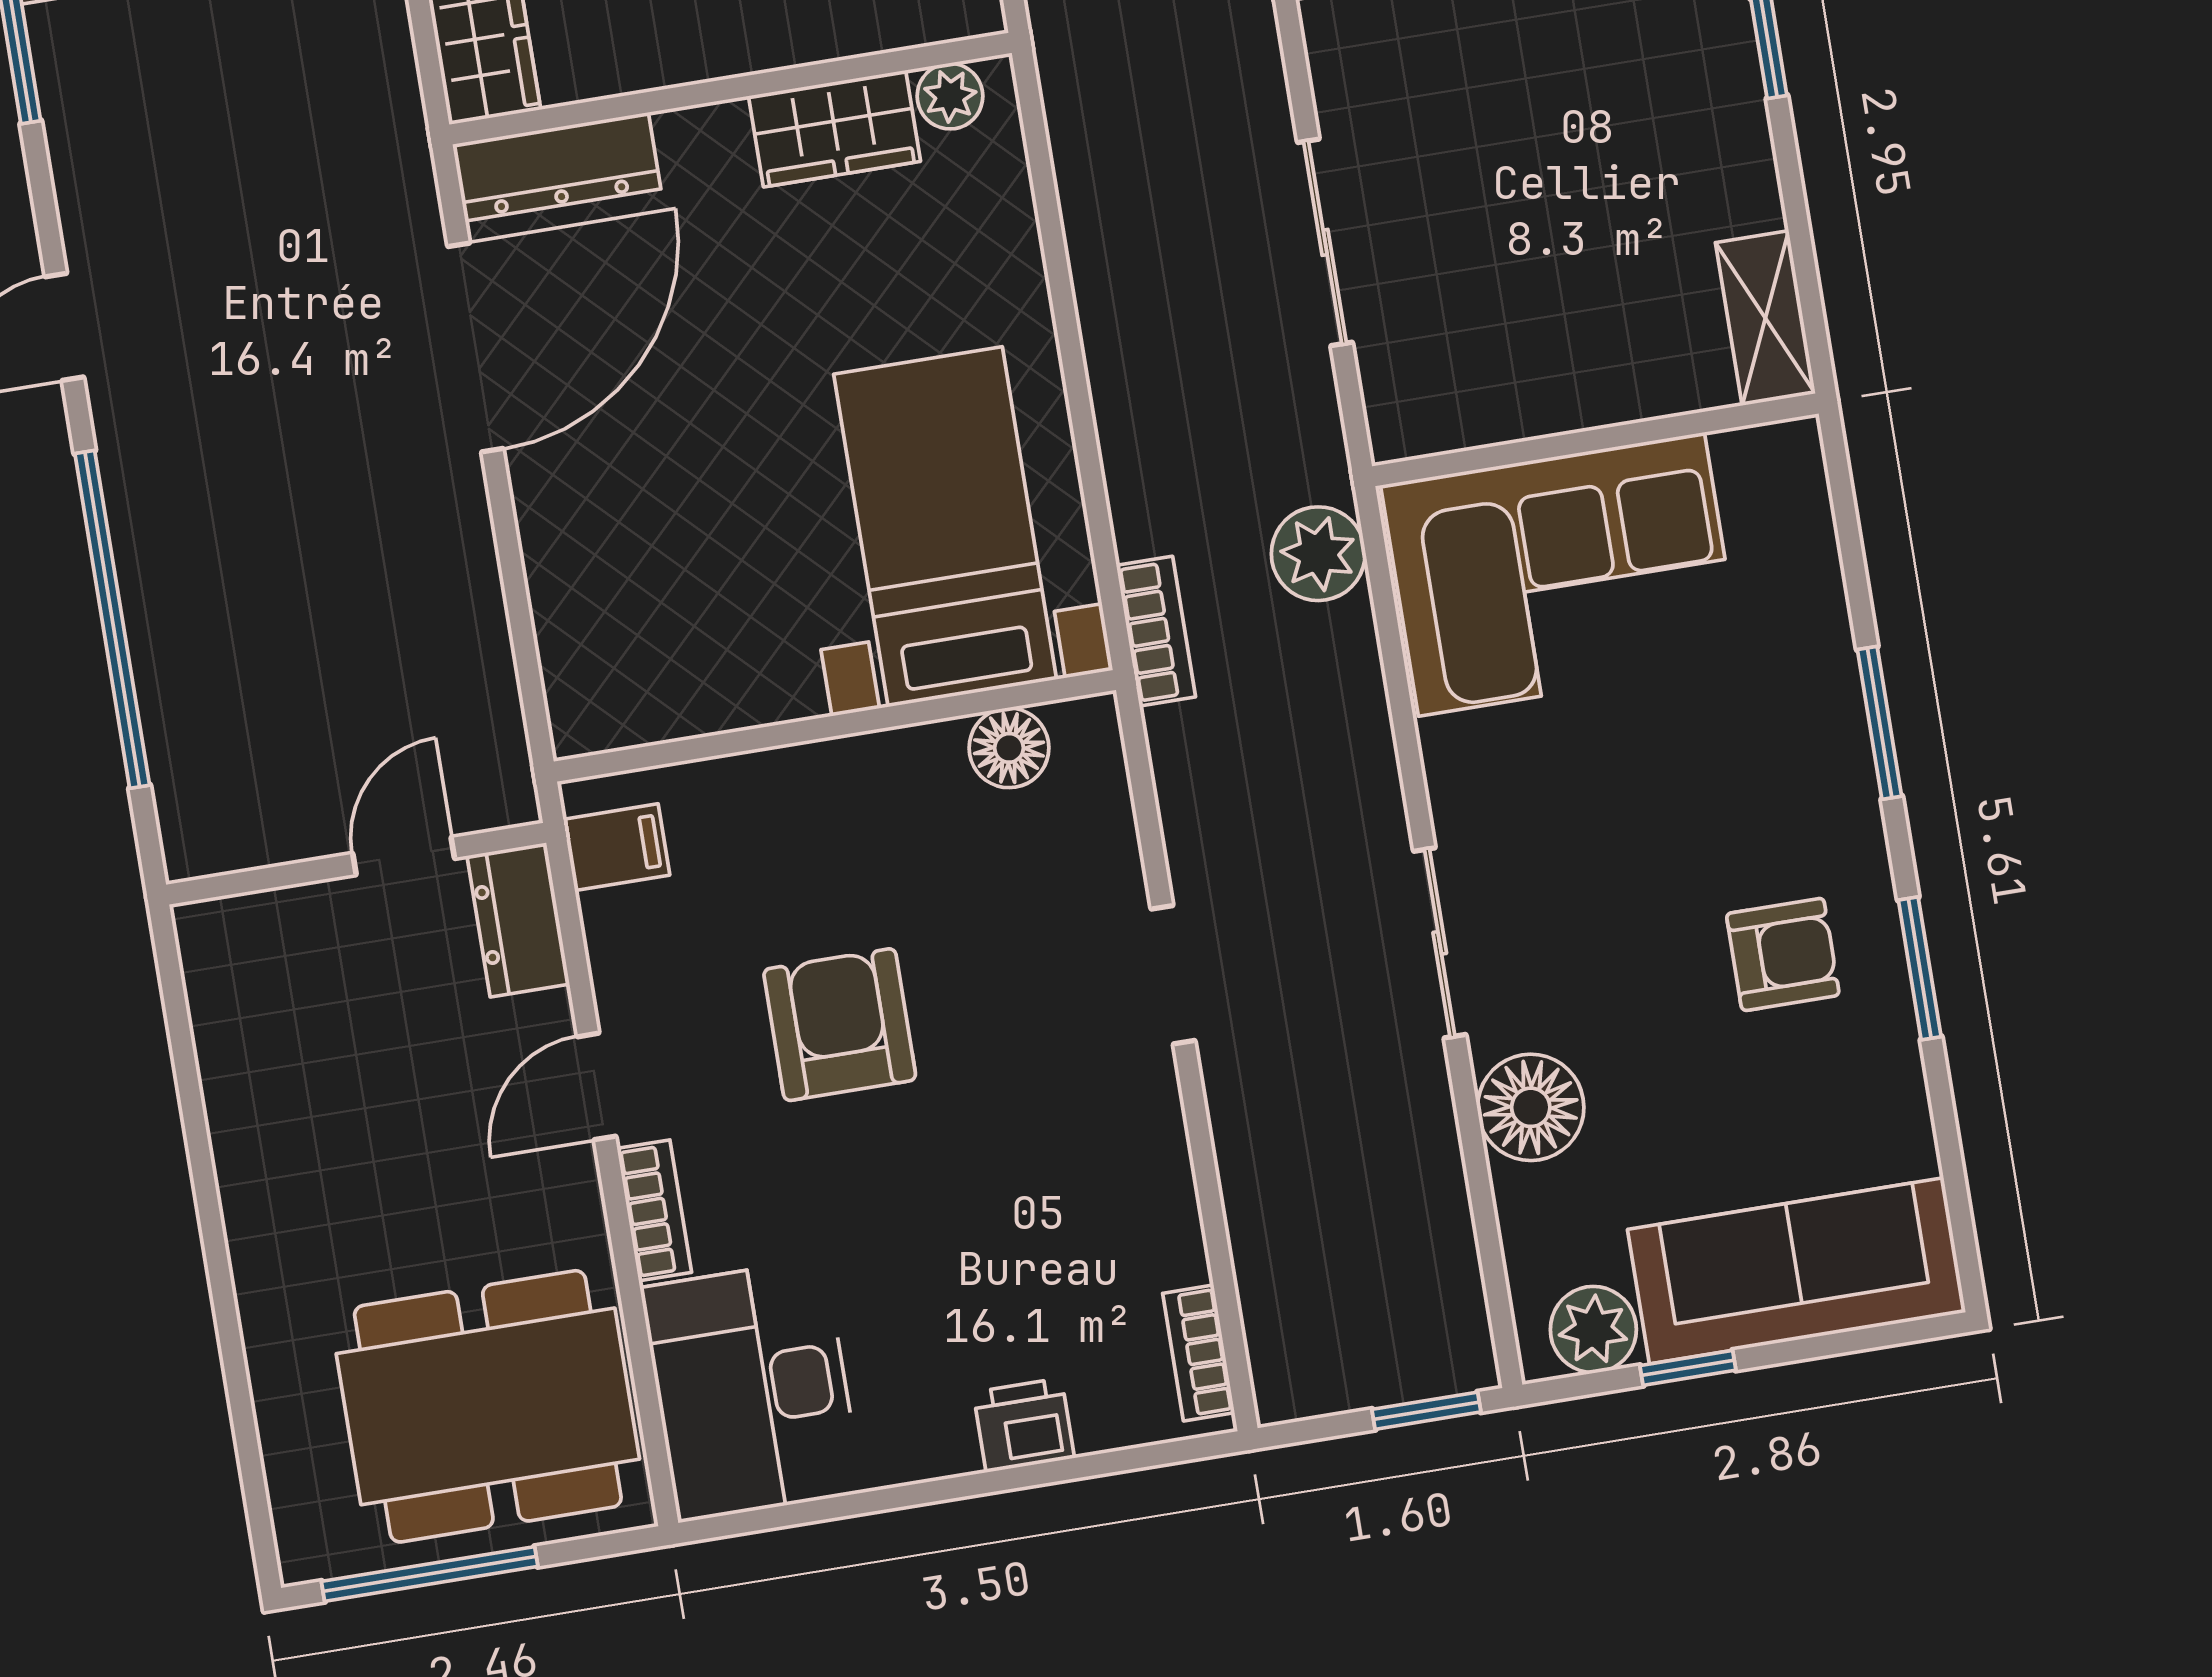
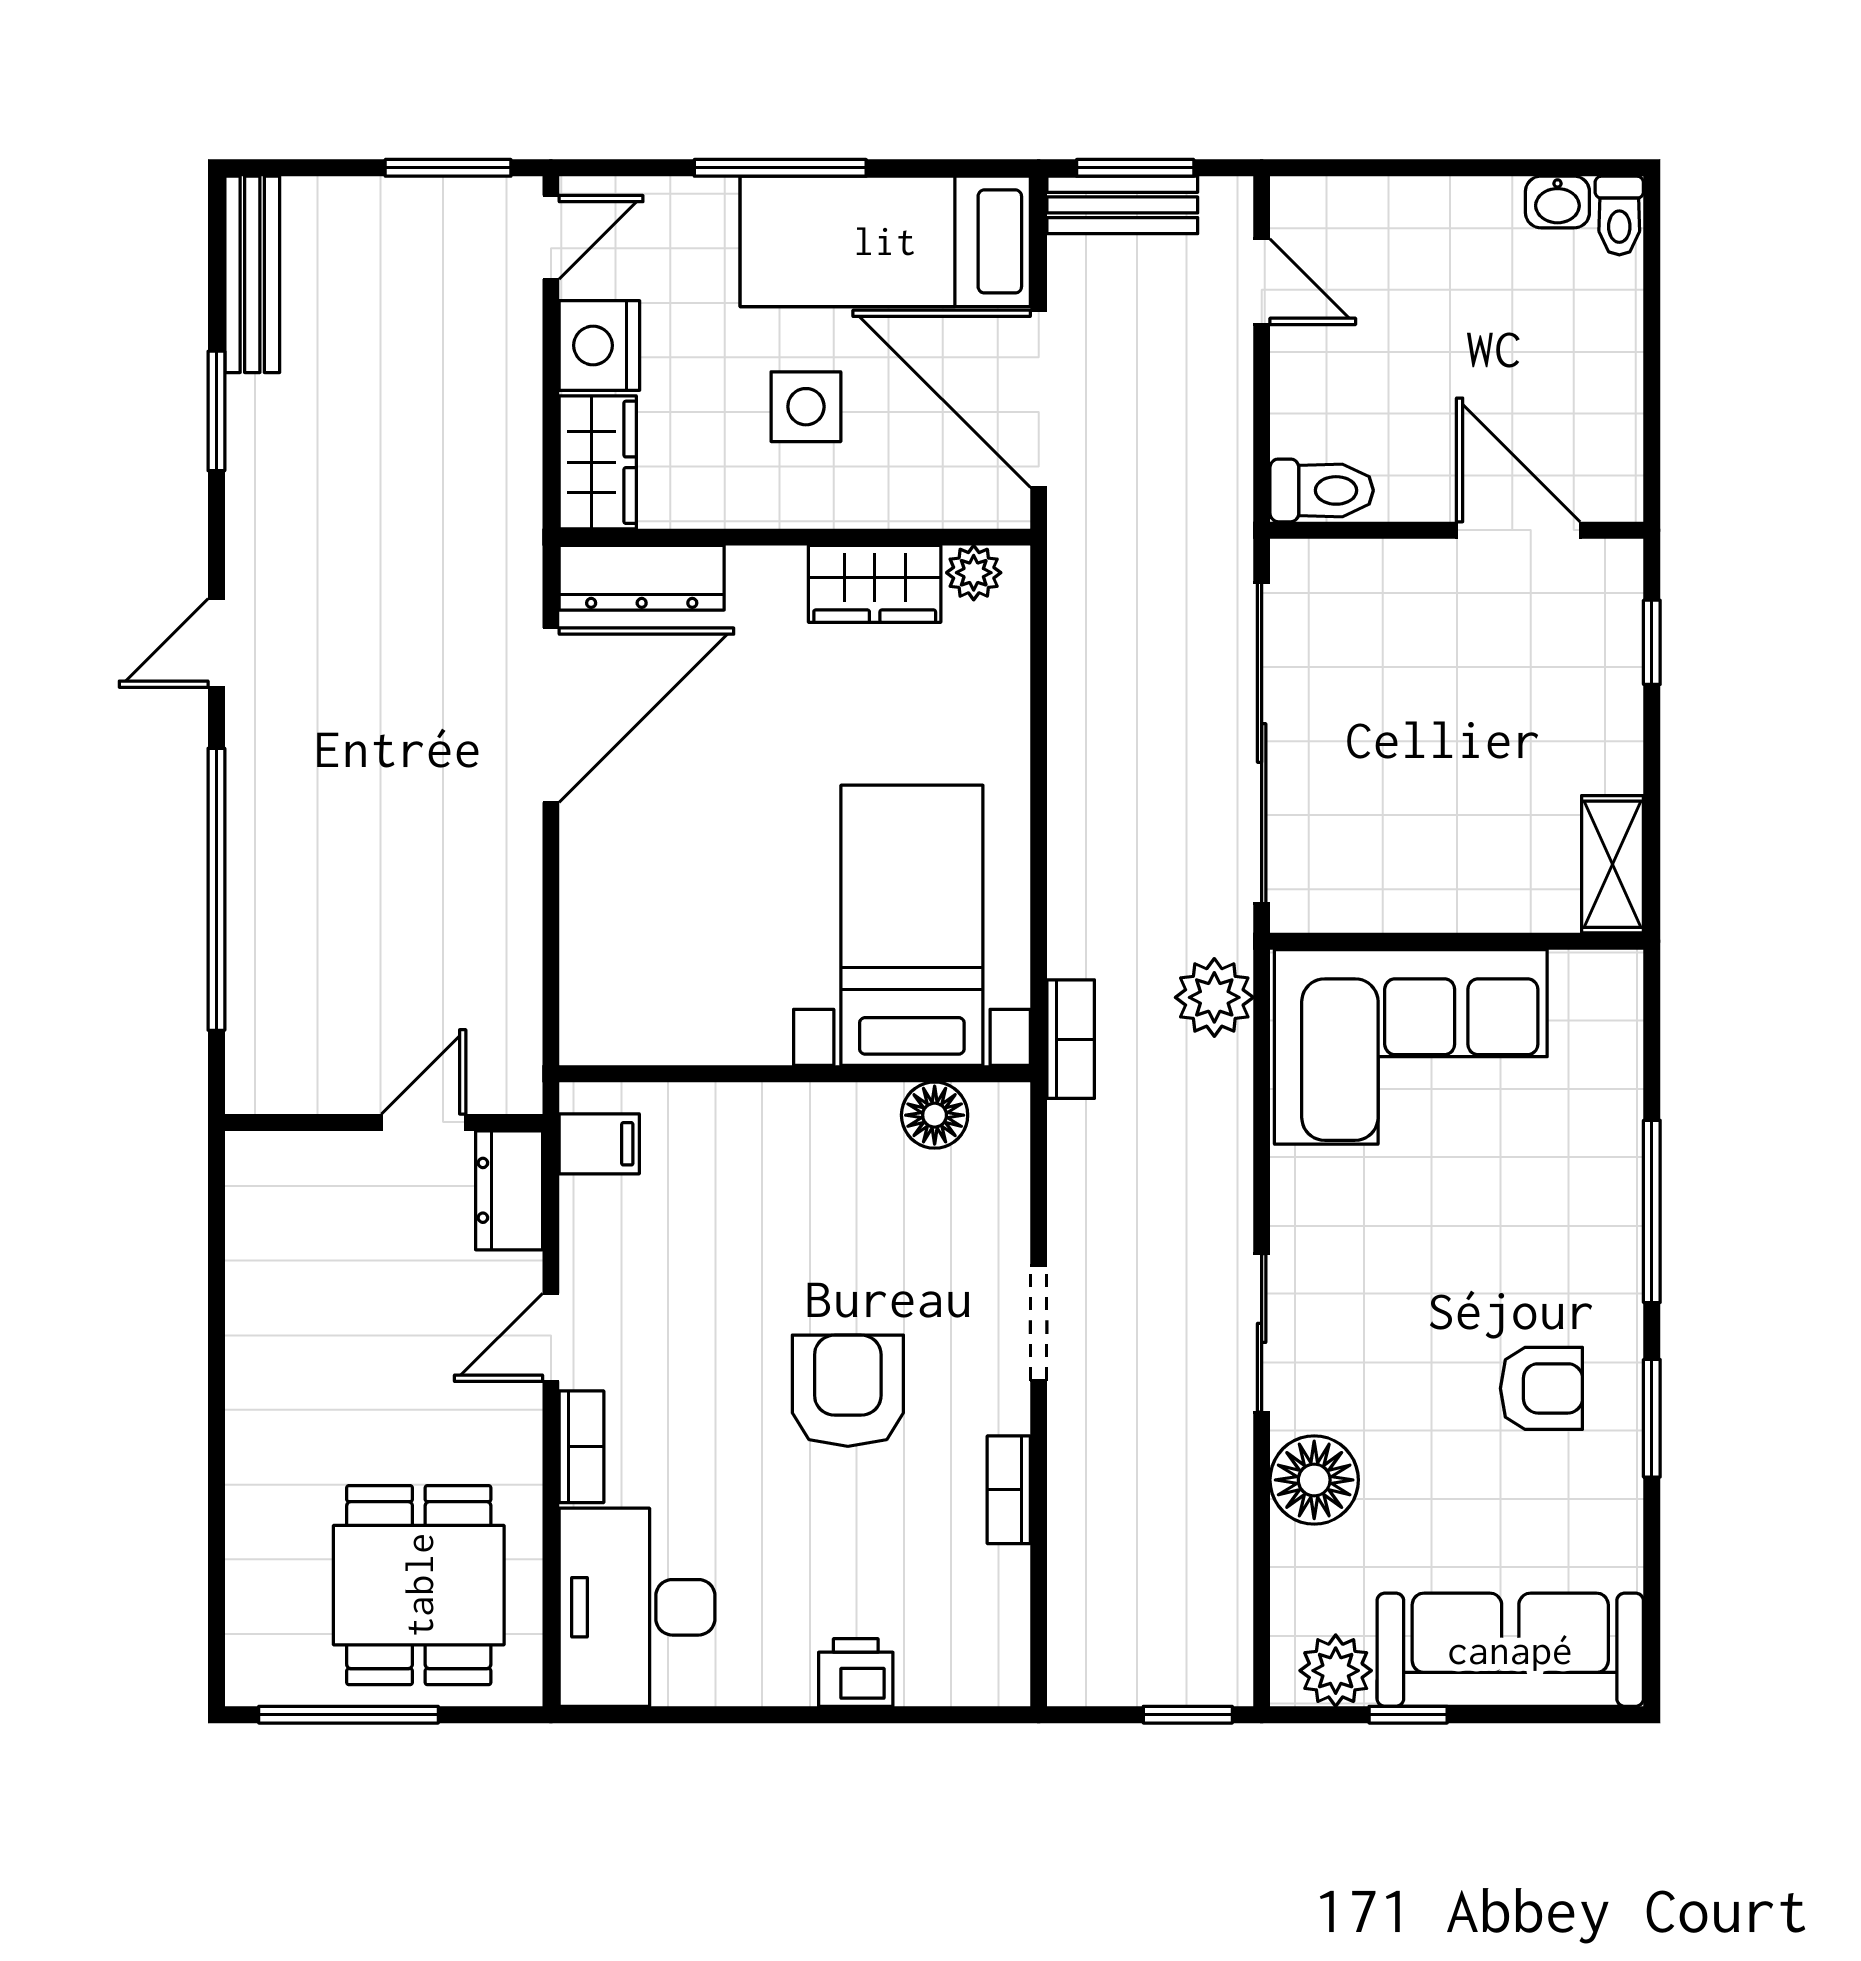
sliding door: (1325, 242) -> (1262, 743), width x1.86
window: (1880, 723) -> (1652, 1211), width x1.44
armchair: (840, 1025) -> (848, 1391), moved
bookcase: (1199, 1353) -> (1009, 1490), moved
dining table: (488, 1406) -> (419, 1585), width x0.73

